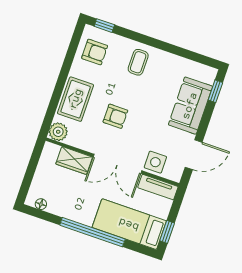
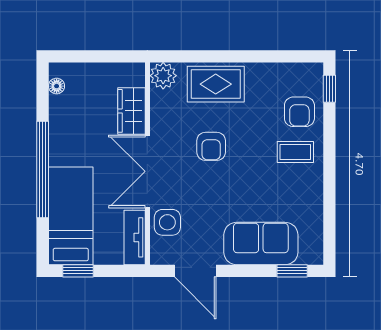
armchair: (95, 52) -> (299, 112), moved

